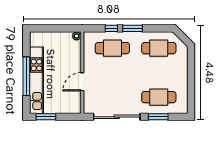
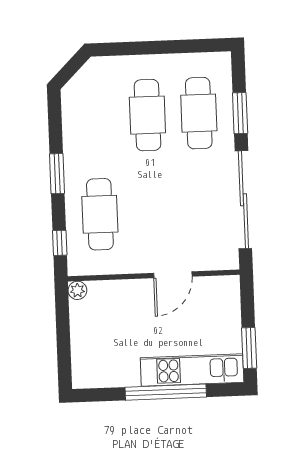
window: (111, 28) -> (60, 243), moved
cafe table: (159, 48) -> (147, 115), moved
kitchen unit: (36, 80) -> (192, 370), width x0.73
door: (82, 82) -> (173, 275), hinge flipped

